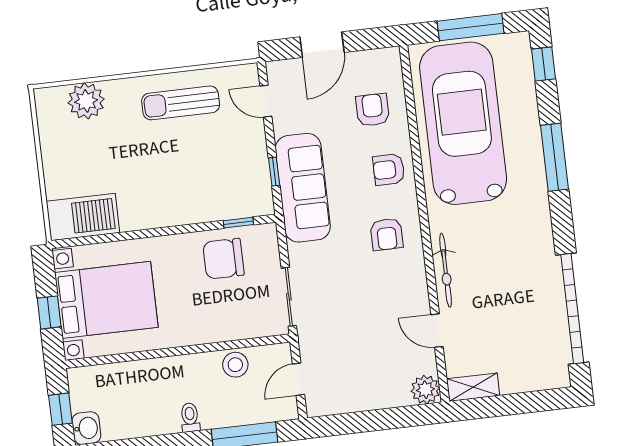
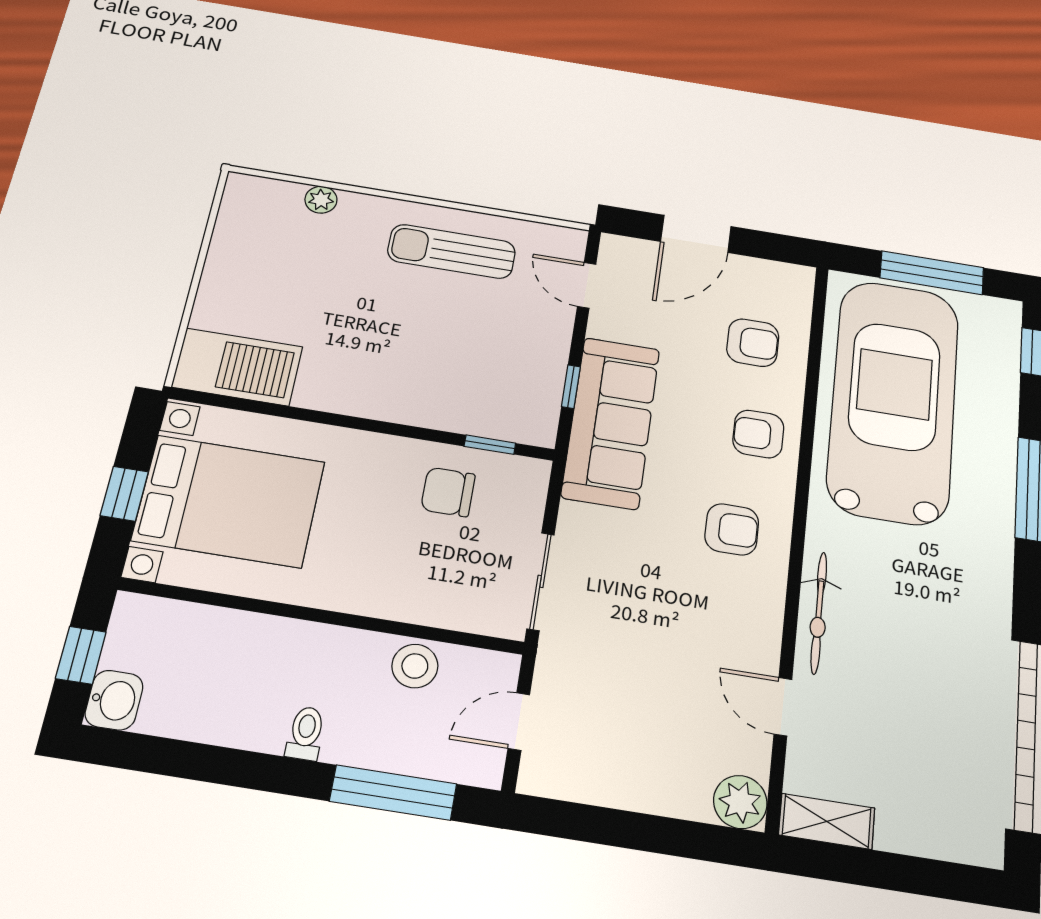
plant: (86, 101) -> (321, 200), width x0.53, depth x0.53
armchair: (373, 110) -> (753, 343), turned 90
armchair: (387, 234) -> (732, 529), turned -90
chair: (223, 259) -> (448, 492), width x0.73, depth x0.73

